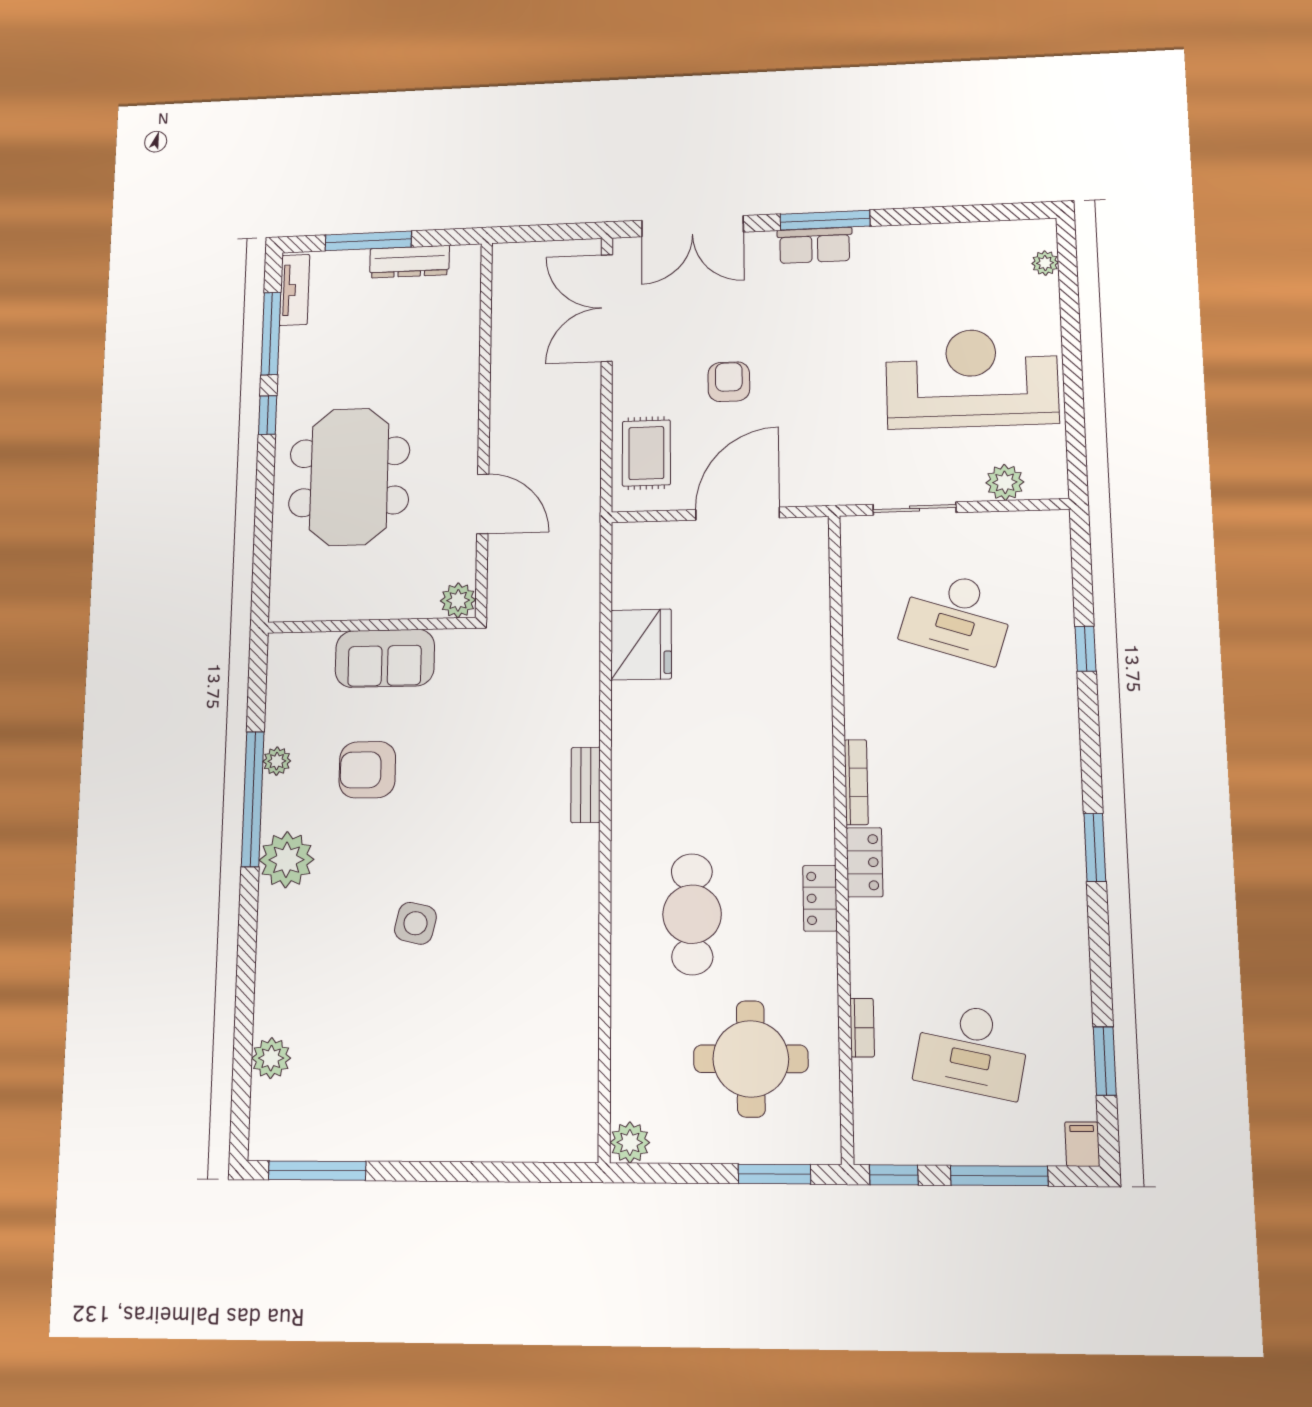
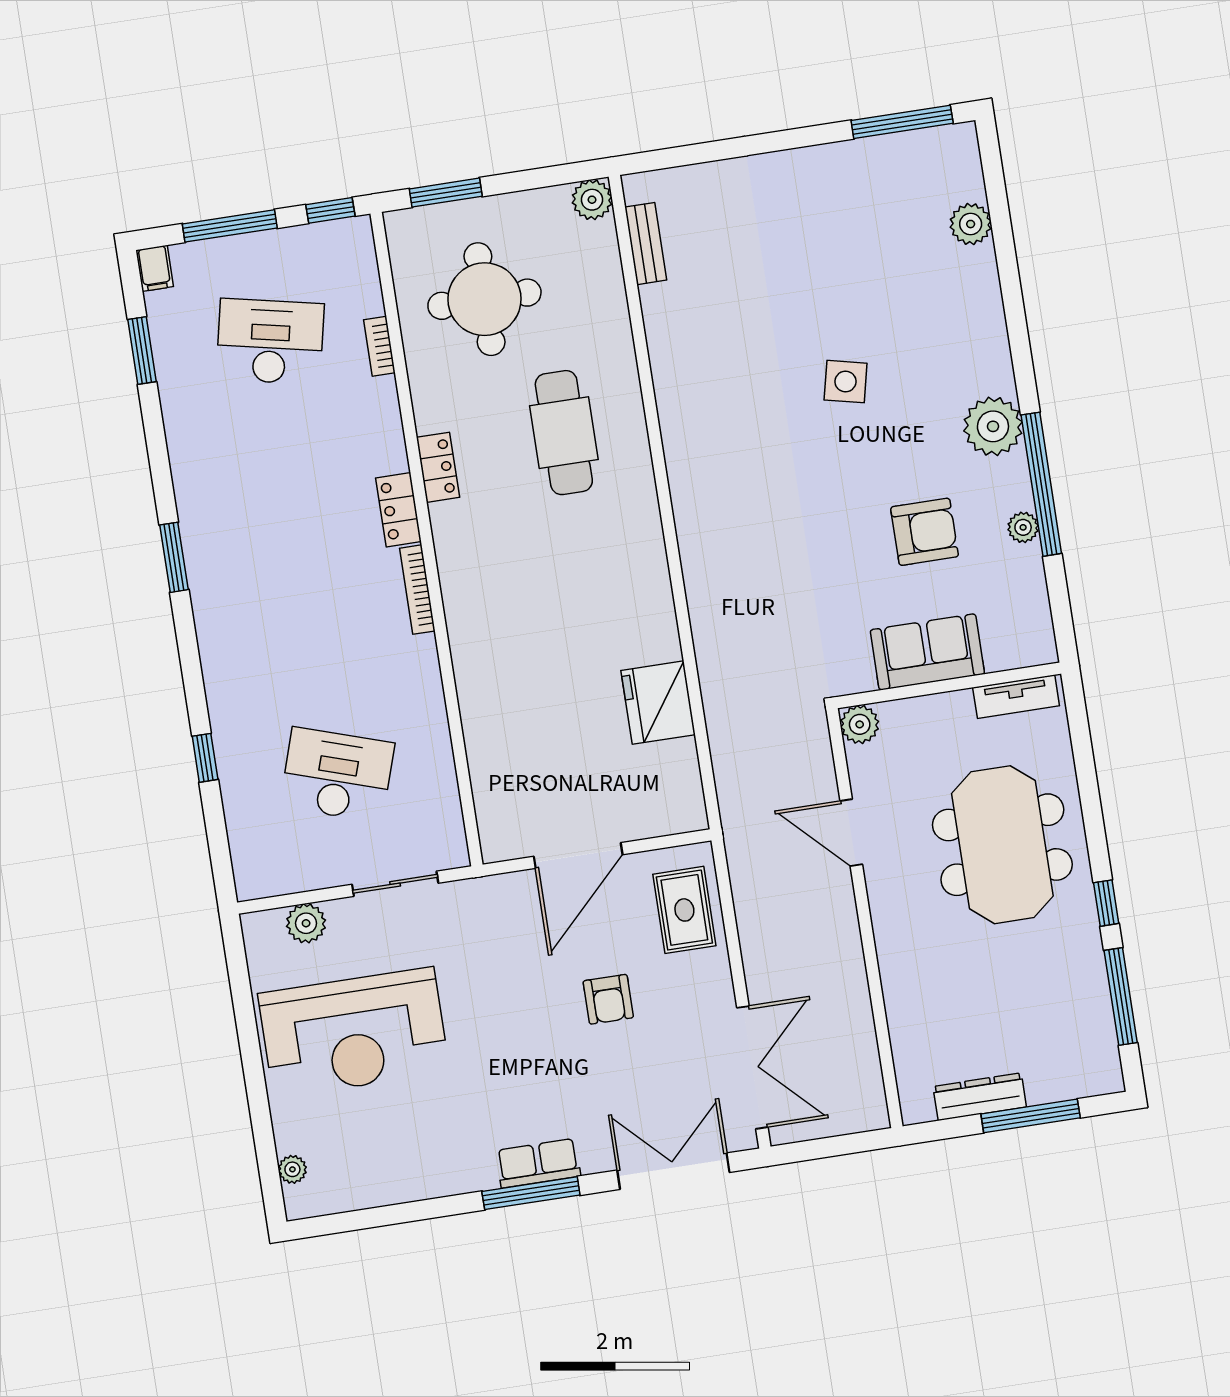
tv unit: (294, 290) -> (1016, 697), moved, turned -90
bench: (586, 785) -> (646, 244), moved

